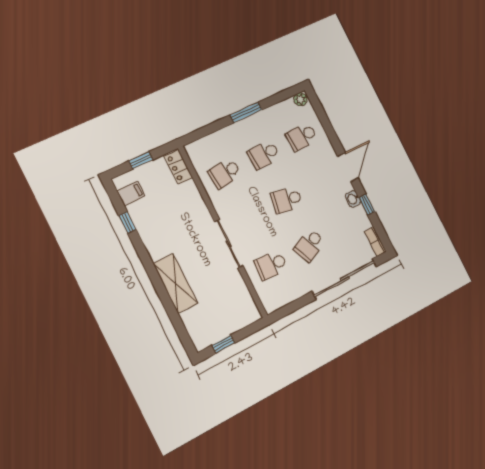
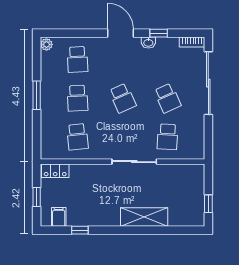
school desk: (287, 200) -> (122, 98), turned -33

